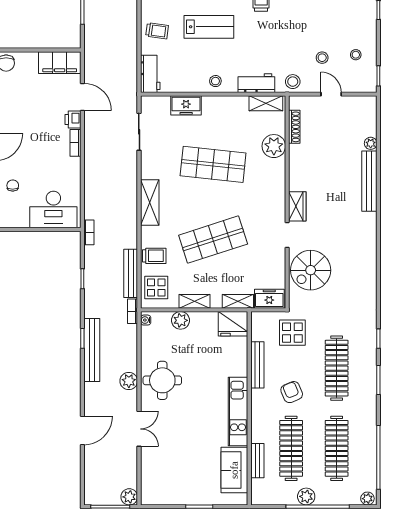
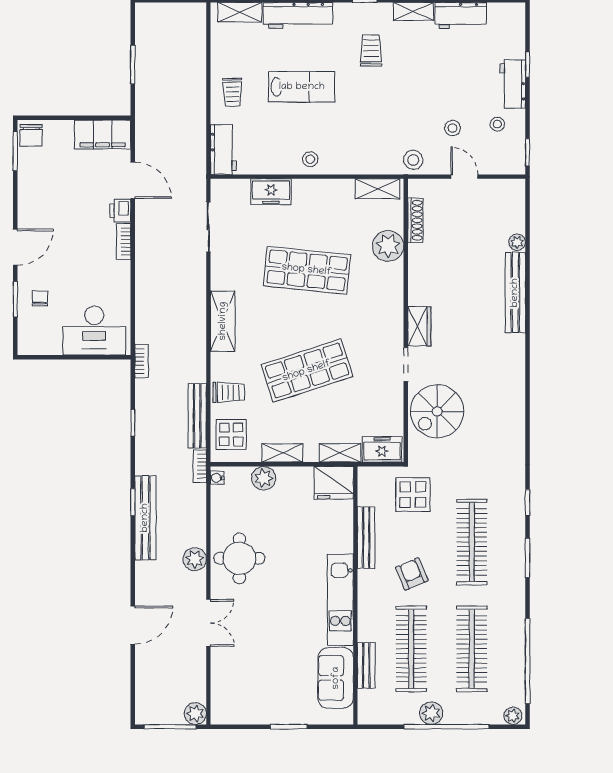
trolley: (157, 31) -> (232, 92), turned 80
workbench: (256, 83) -> (513, 84), moved, turned -90

